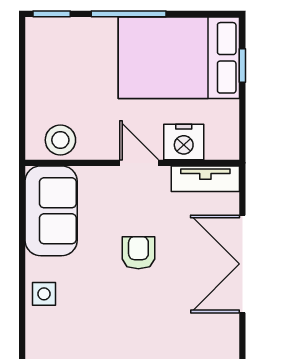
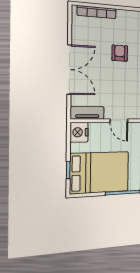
nightstand: (184, 142) -> (79, 132), moved, turned -90
armchair: (138, 253) -> (120, 53), moved, turned 180

